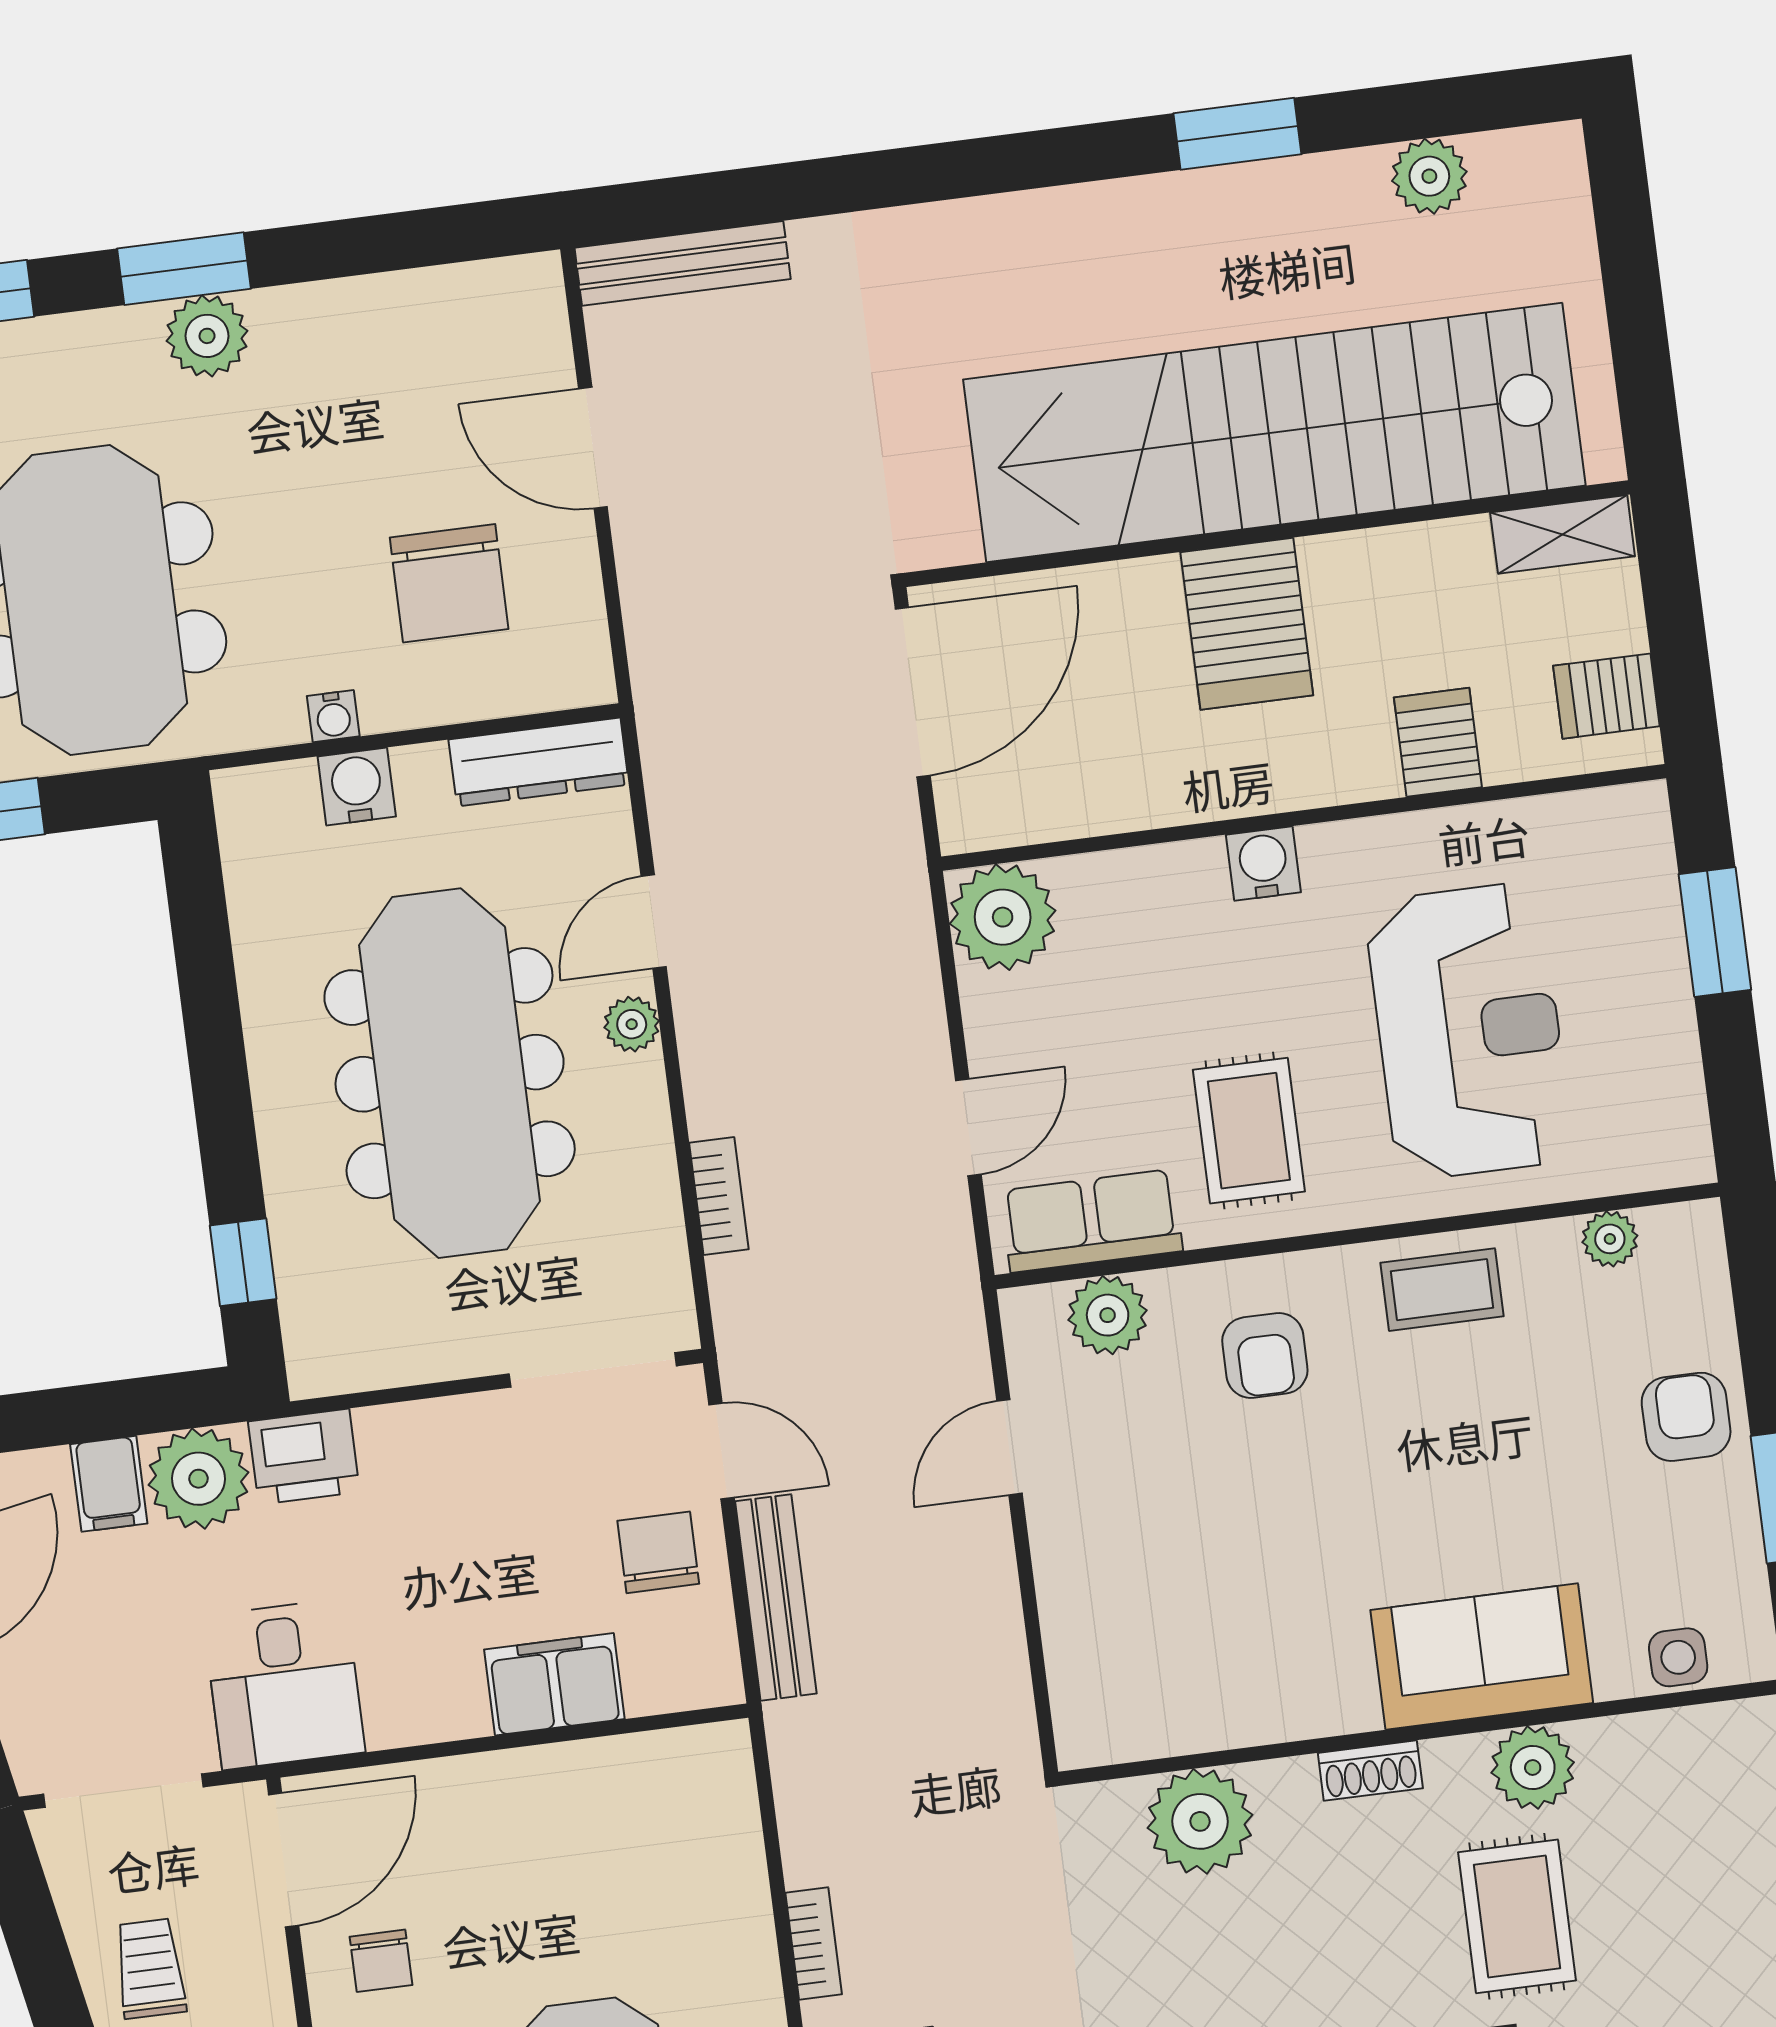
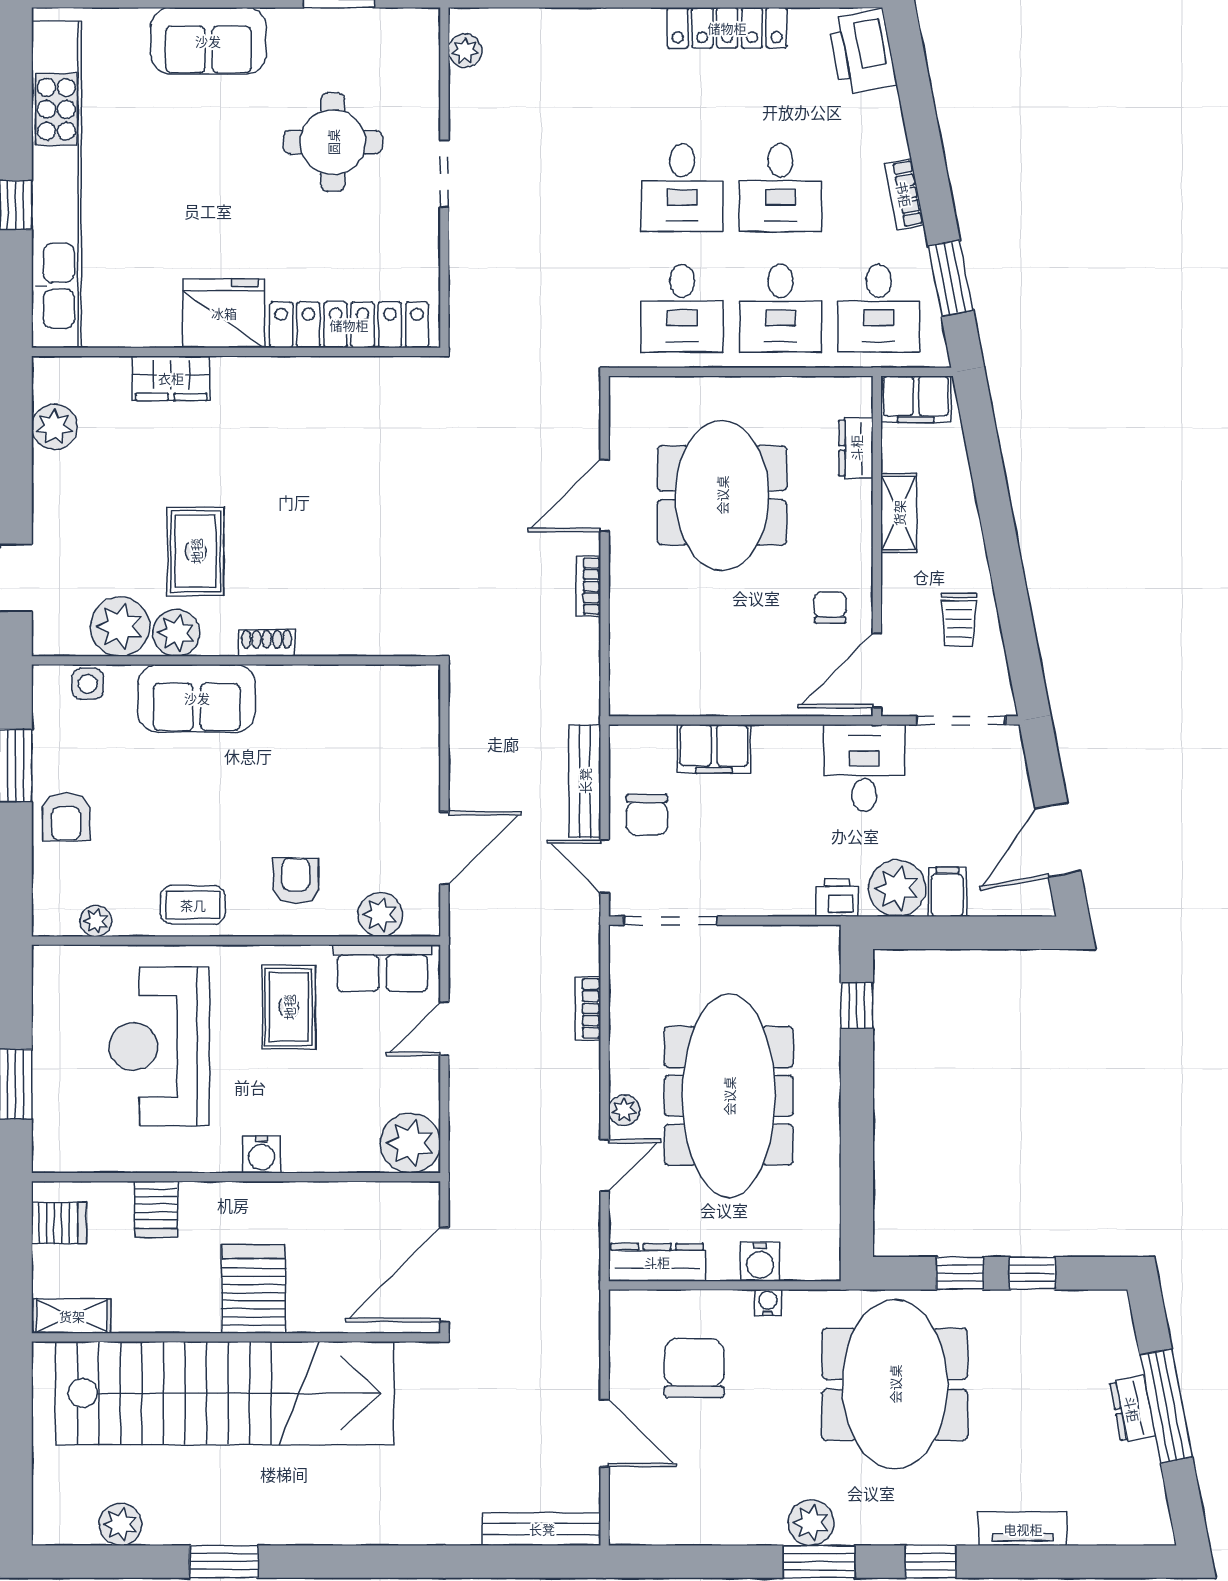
door: (1009, 1447) -> (444, 848), width x1.38
printer: (304, 1457) -> (837, 898), width x0.73, depth x0.81
plant: (1200, 1821) -> (120, 627), moved

